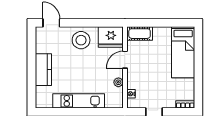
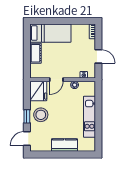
window: (79, 23) -> (27, 116), added
cot: (140, 34) -> (36, 53), moved
door: (125, 60) -> (56, 80), hinge flipped

